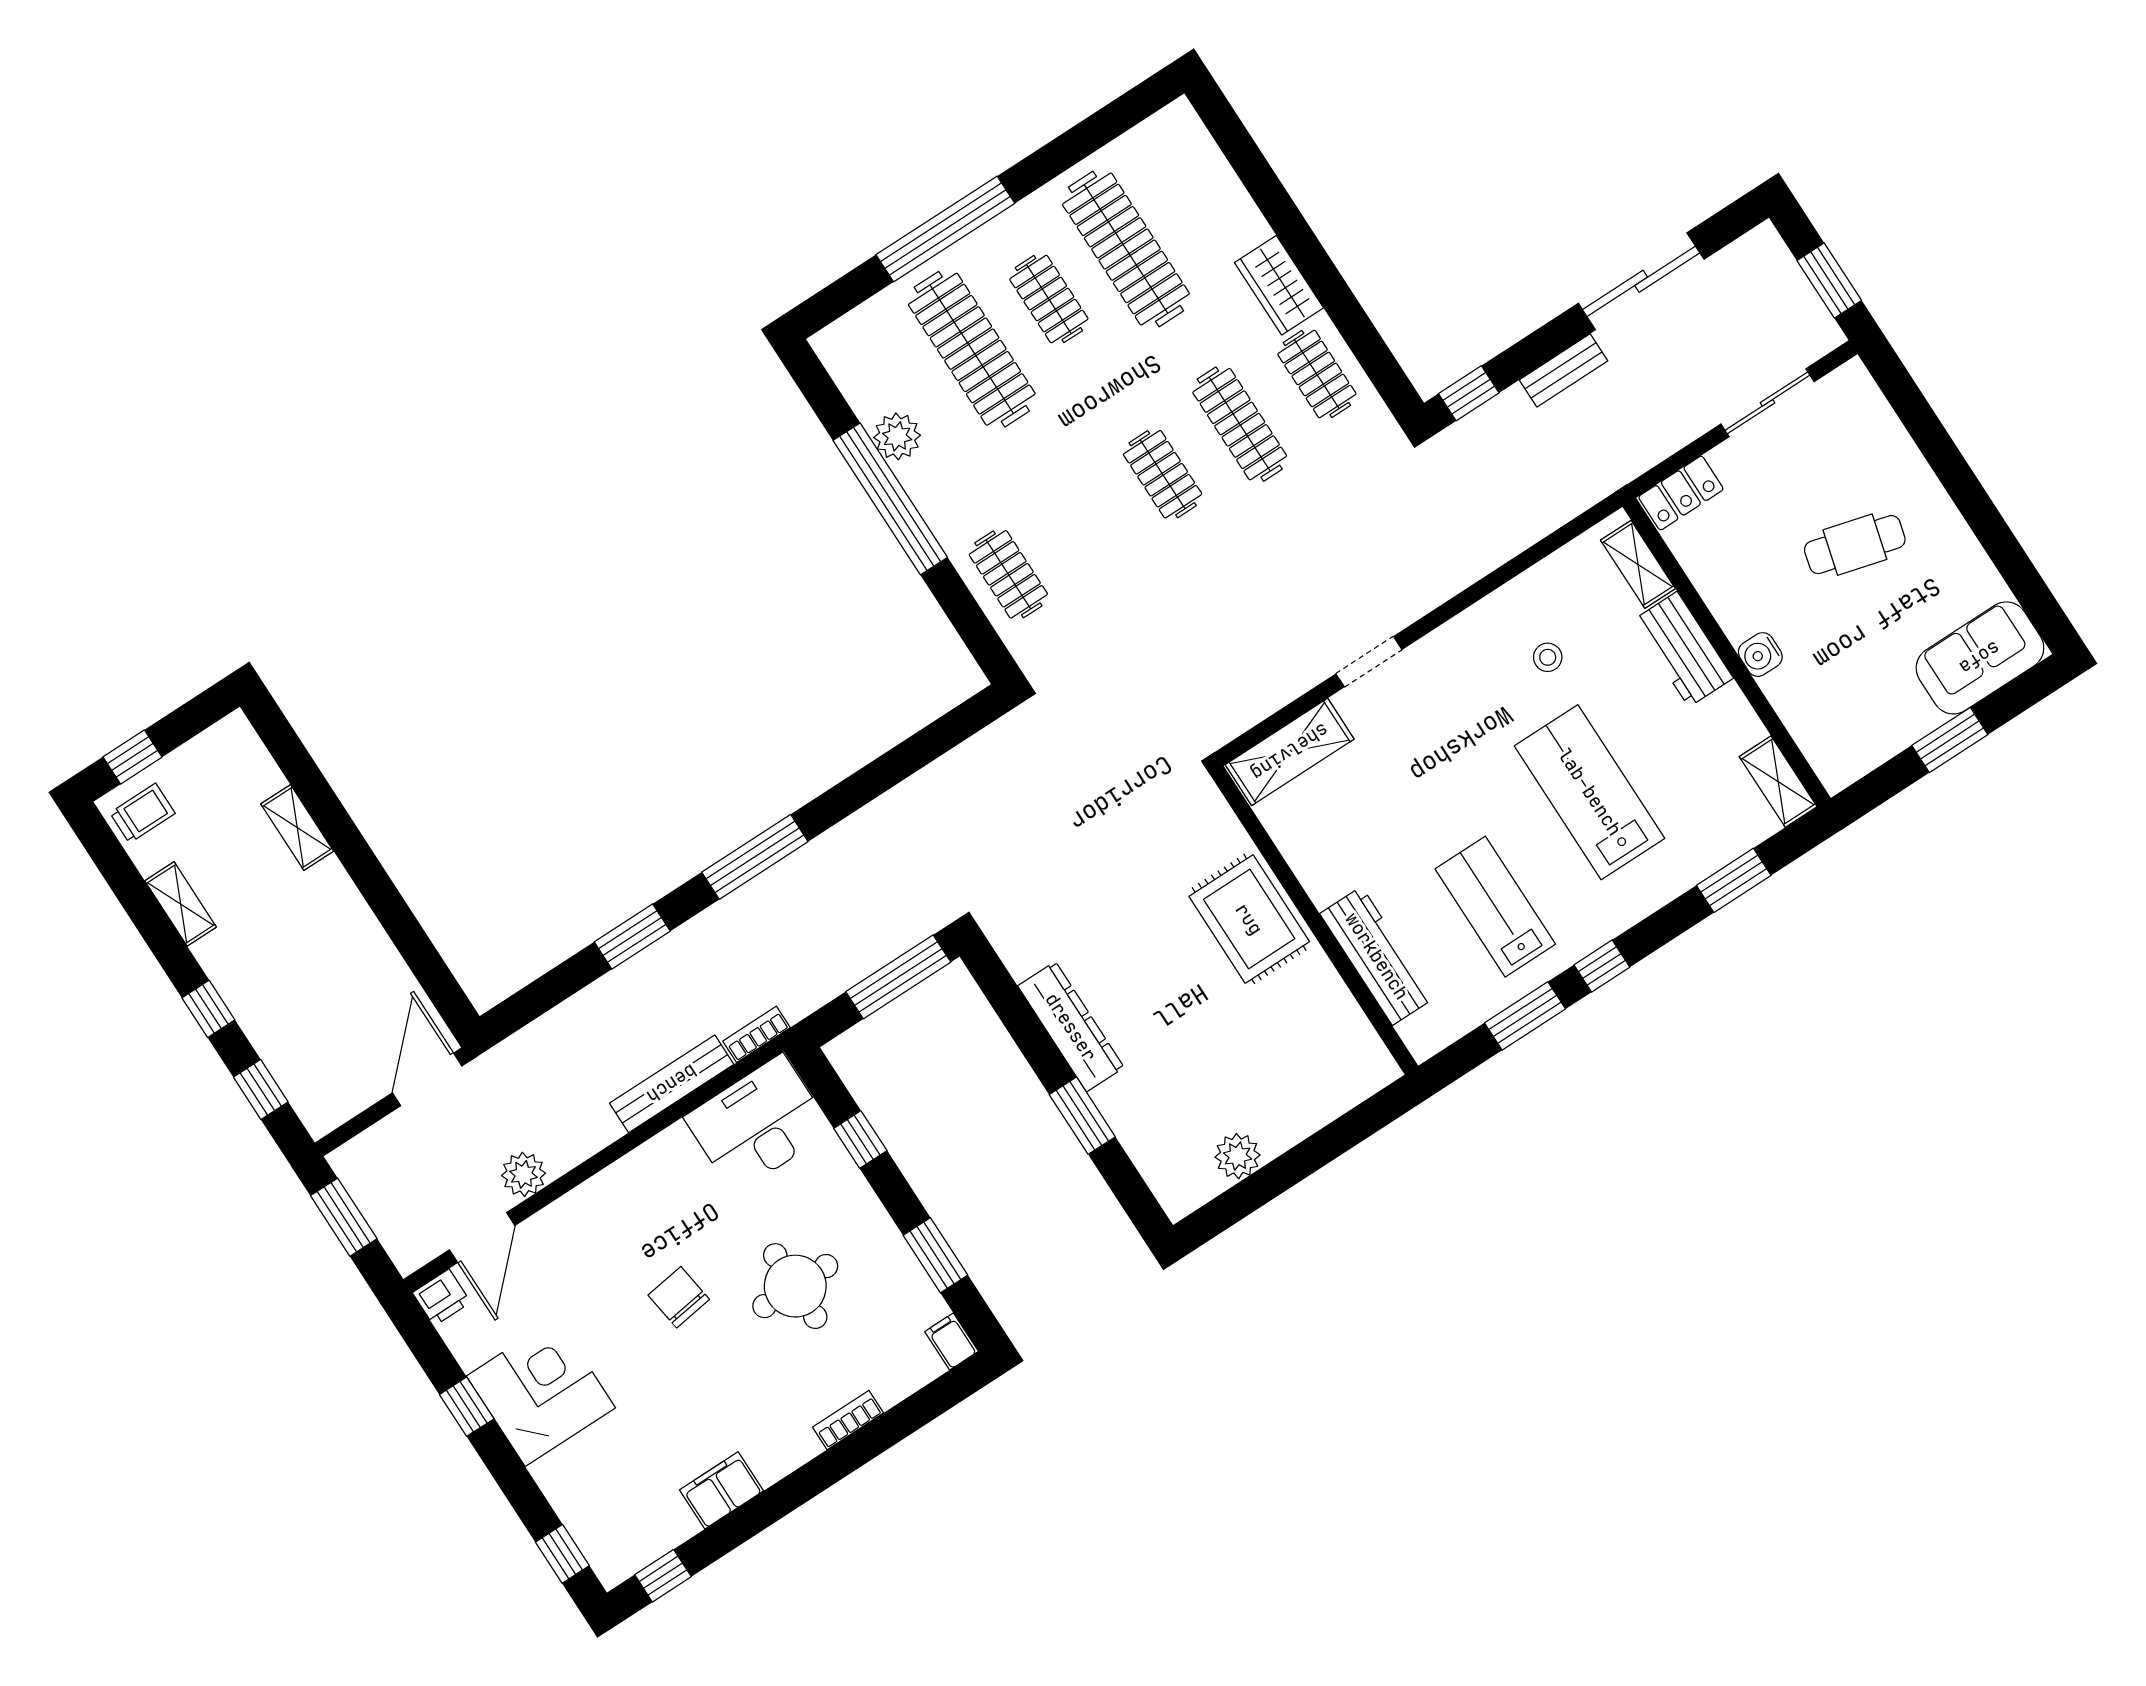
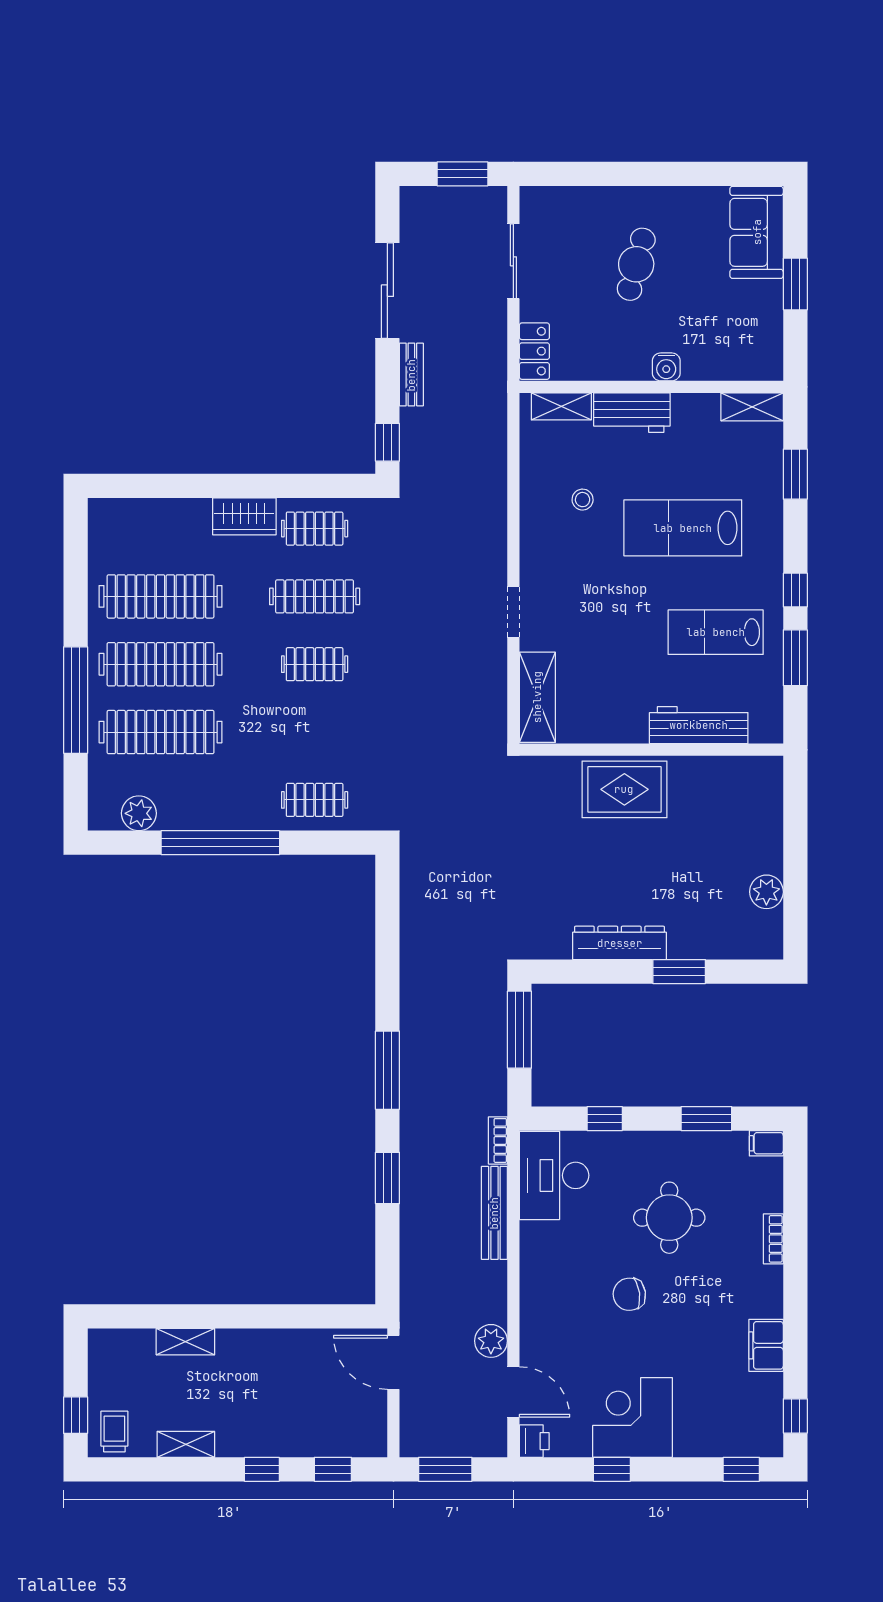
clothes rail: (1049, 299) -> (161, 664), width x1.86, depth x1.31
plant: (897, 436) -> (139, 813), moved

